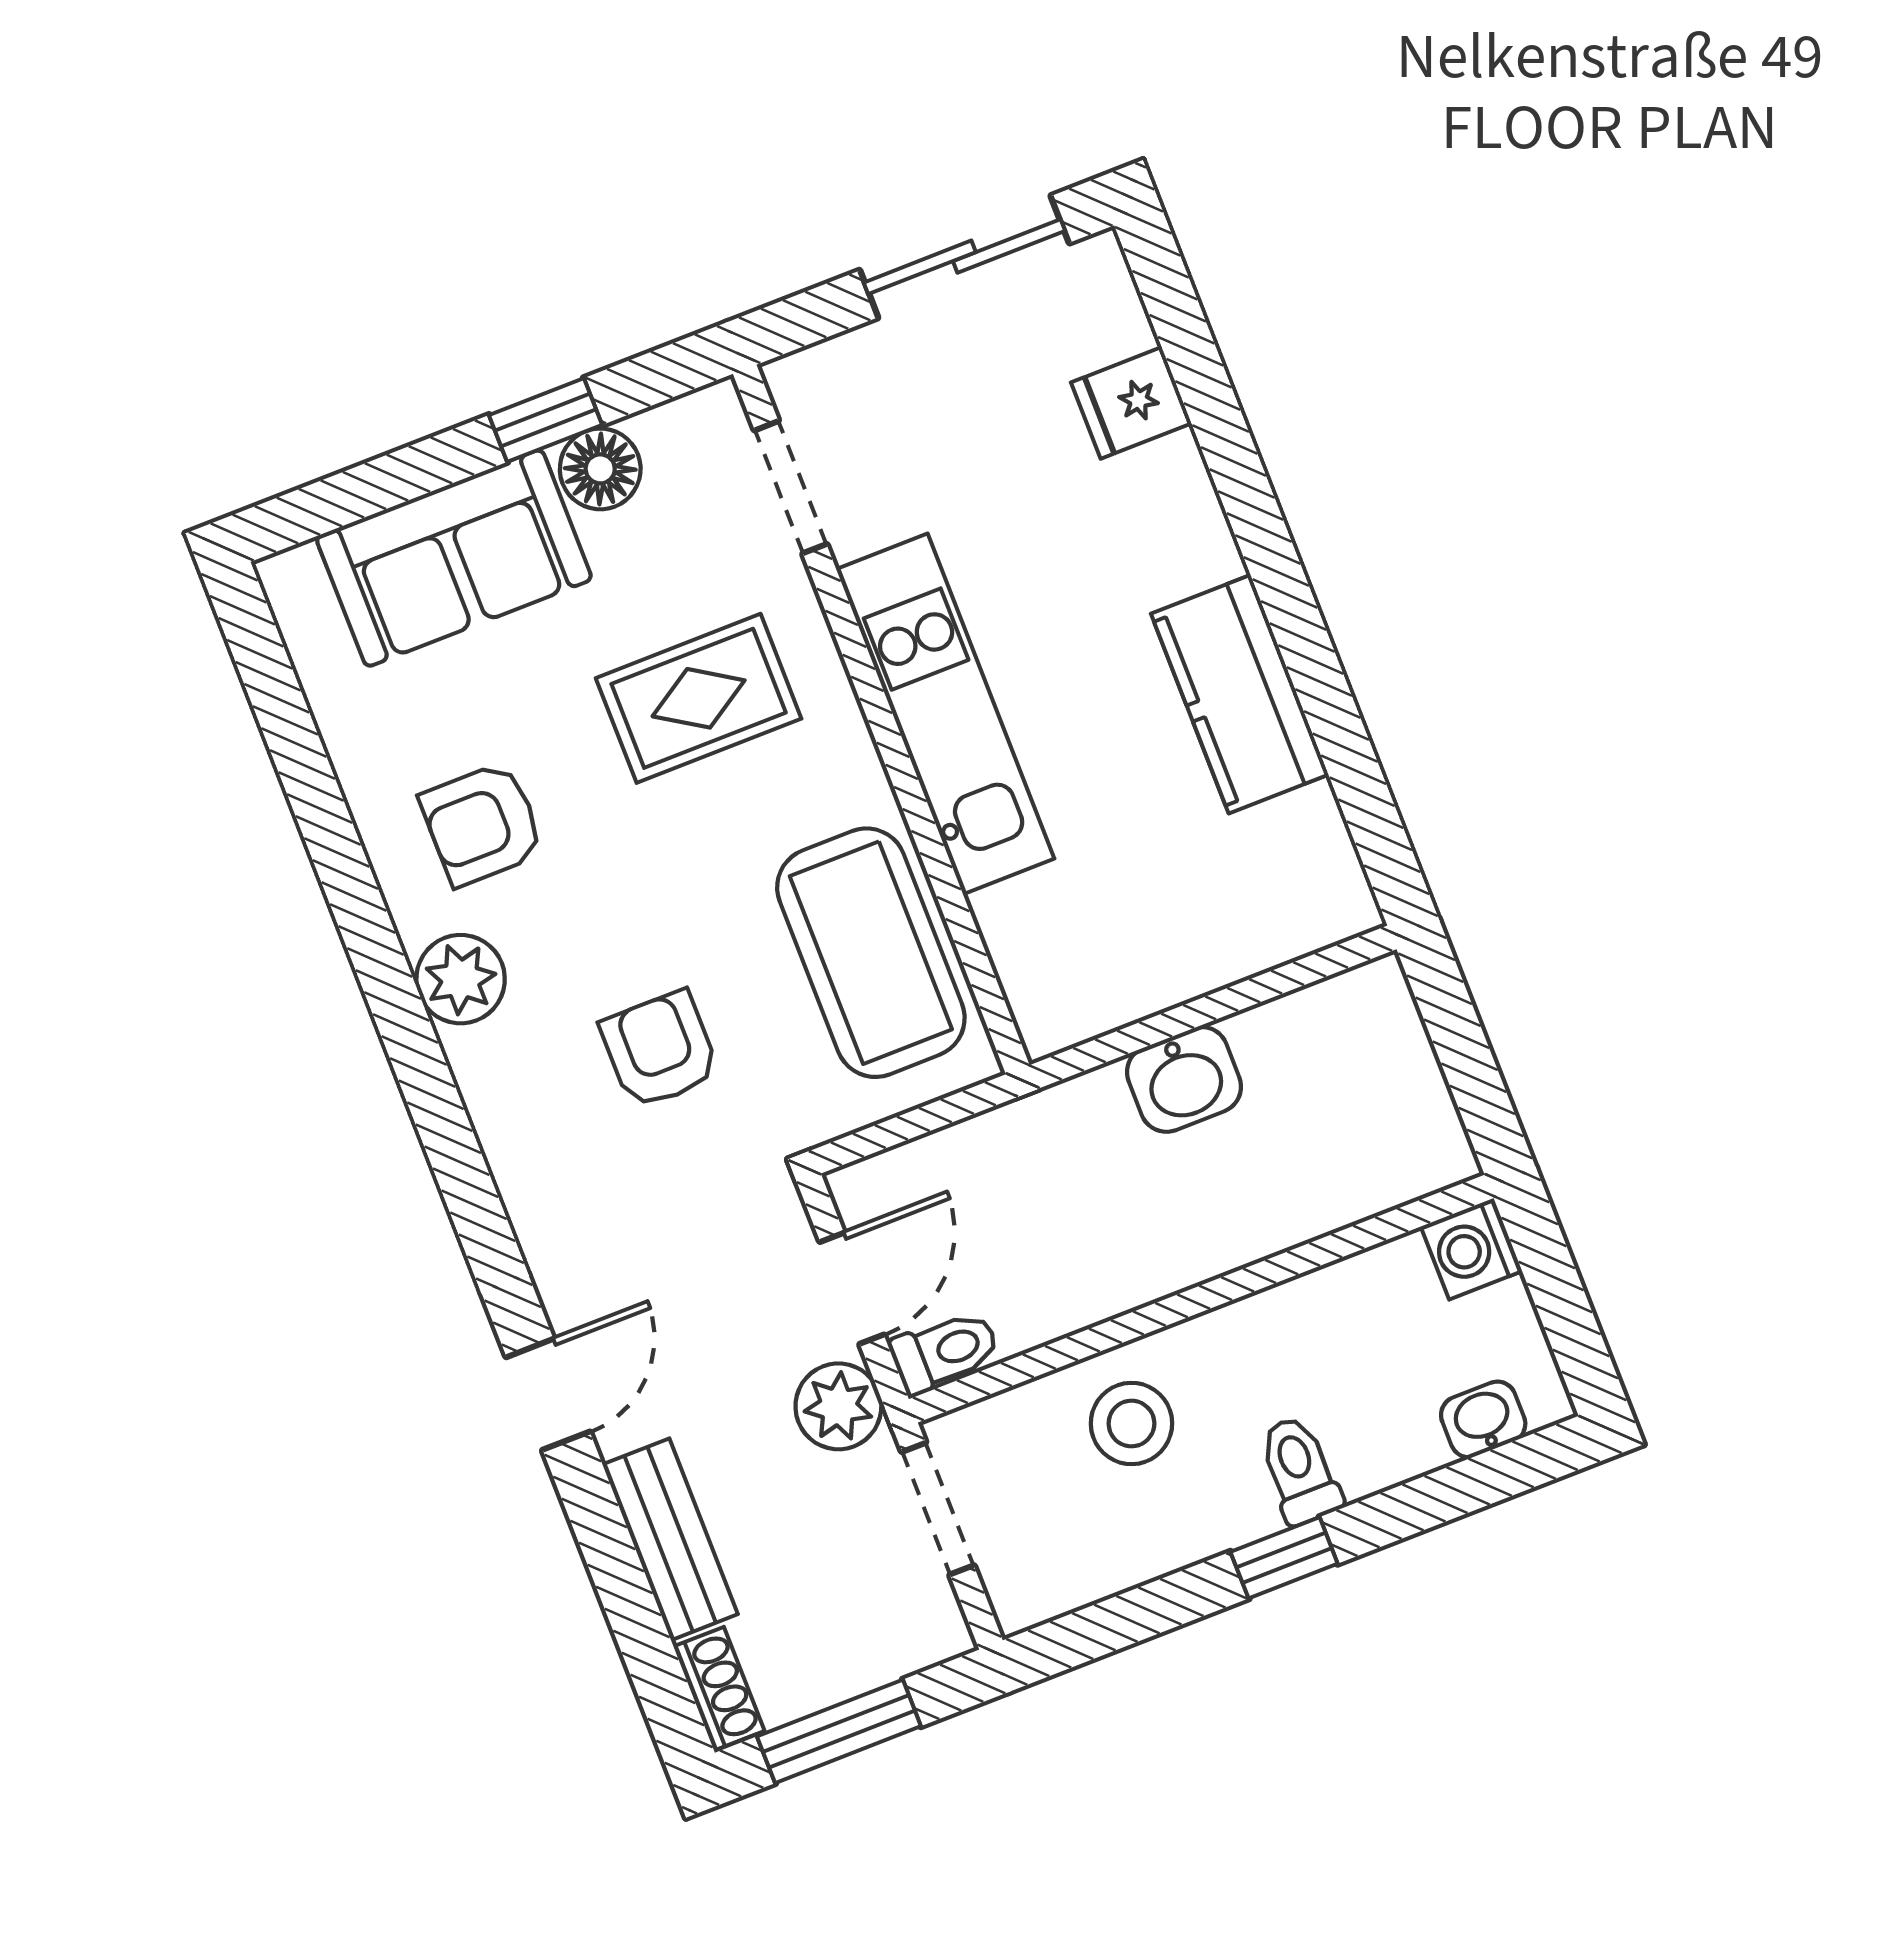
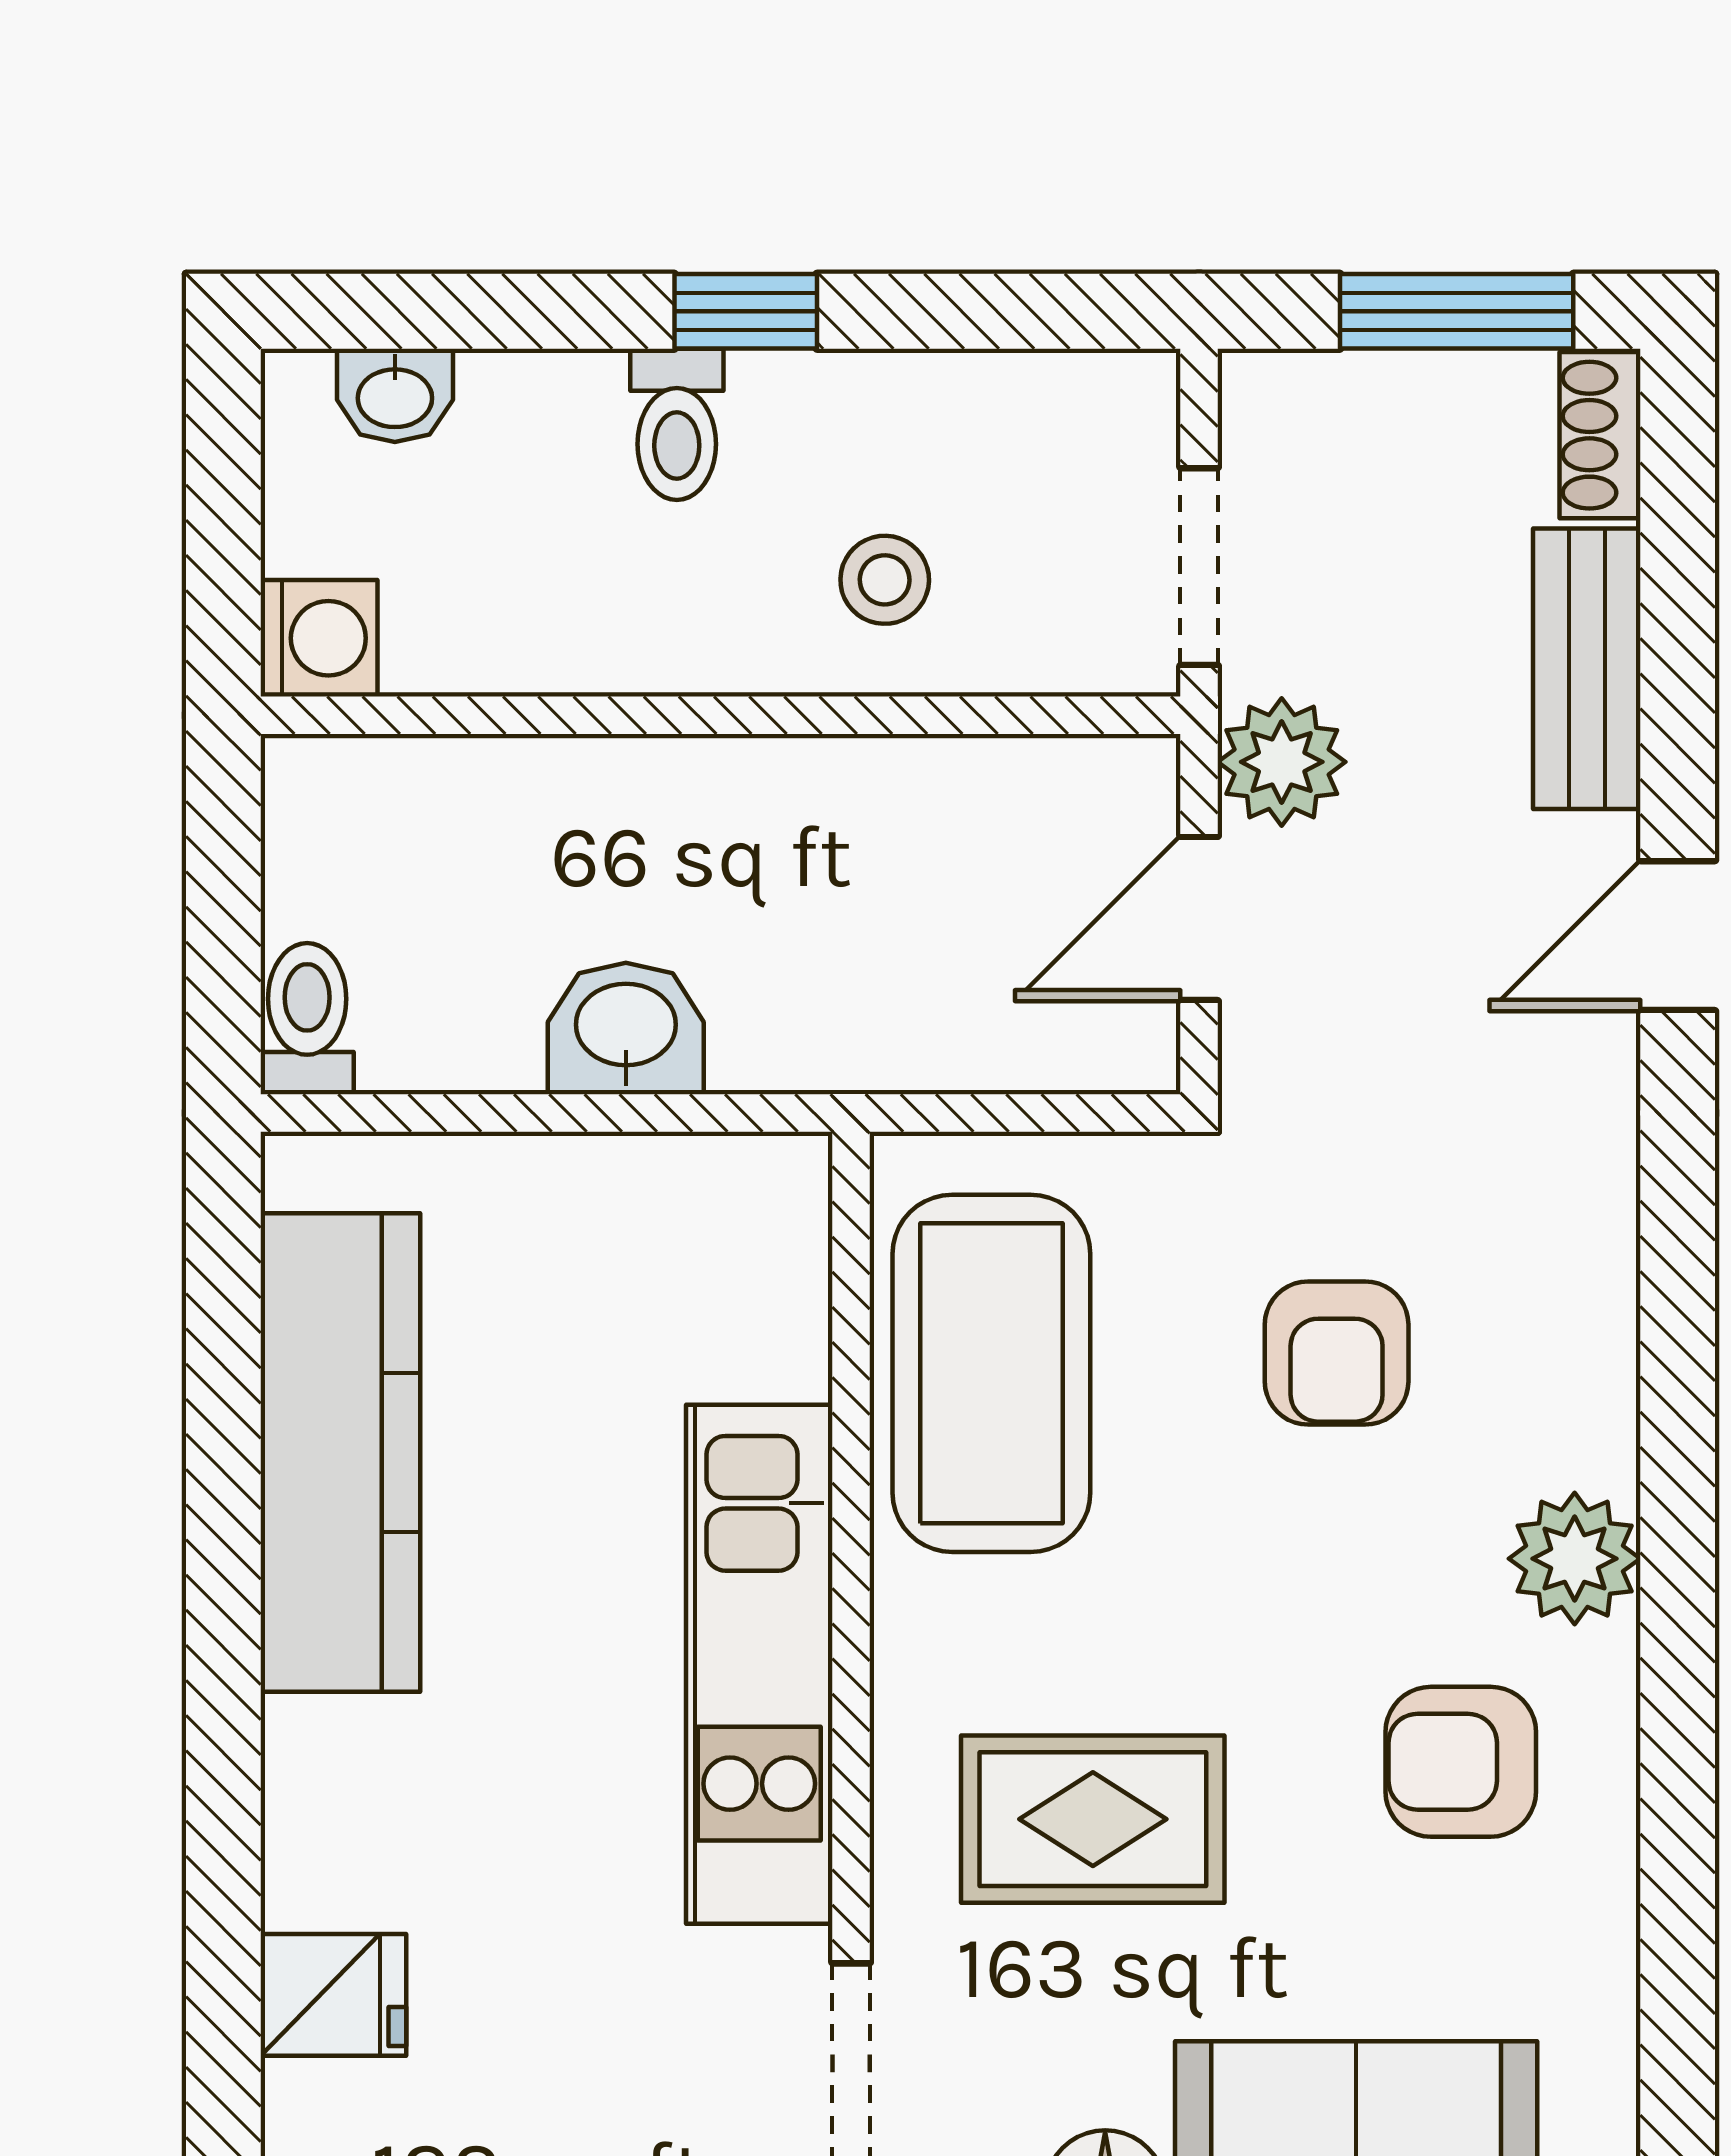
kitchen counter: (1240, 694) -> (340, 1453), width x1.50
armchair: (482, 824) -> (1461, 1762), turned 180
toilet: (945, 1352) -> (307, 1019), moved, turned 90
stool: (1131, 1424) -> (885, 580), width x0.73, depth x0.73

